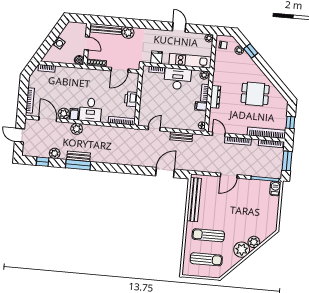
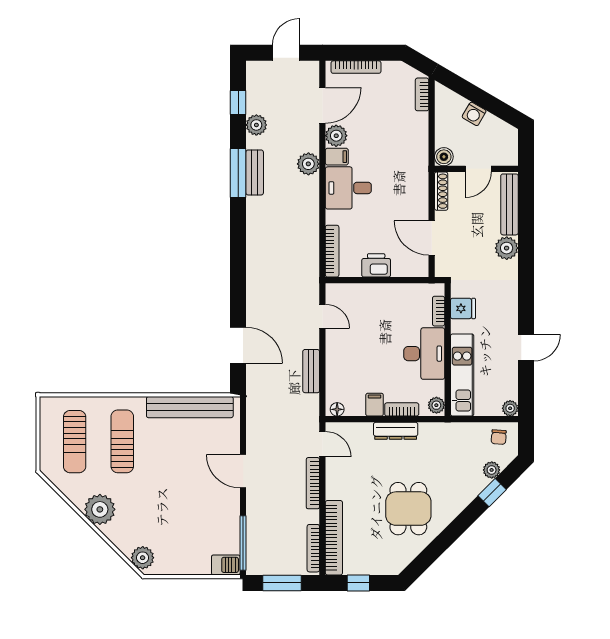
door: (219, 134) -> (322, 444), hinge flipped
plant: (254, 242) -> (143, 558), moved

